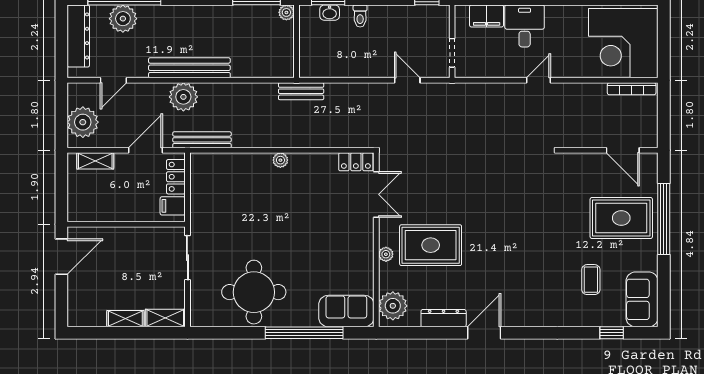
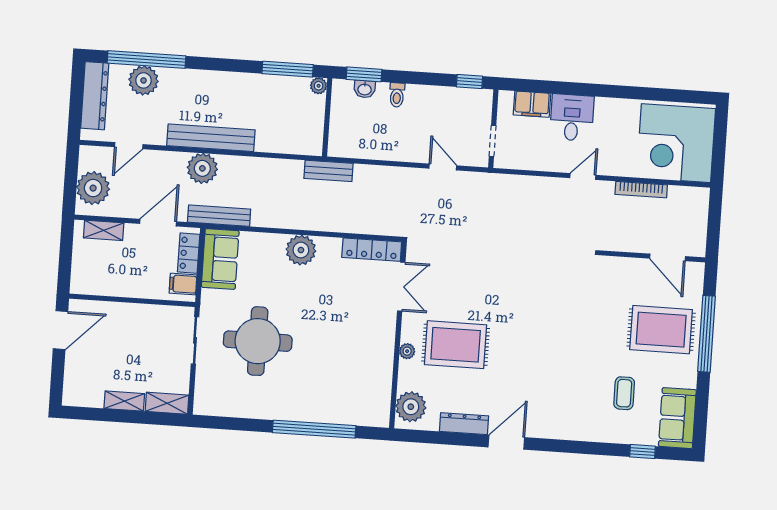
bookcase: (632, 89) -> (641, 190), moved
plant: (280, 160) -> (301, 250), width x1.88, depth x1.88
locker: (356, 162) -> (372, 250), width x1.53
round table: (254, 292) -> (258, 341), moved
sofa: (346, 311) -> (220, 259), moved, turned 90

